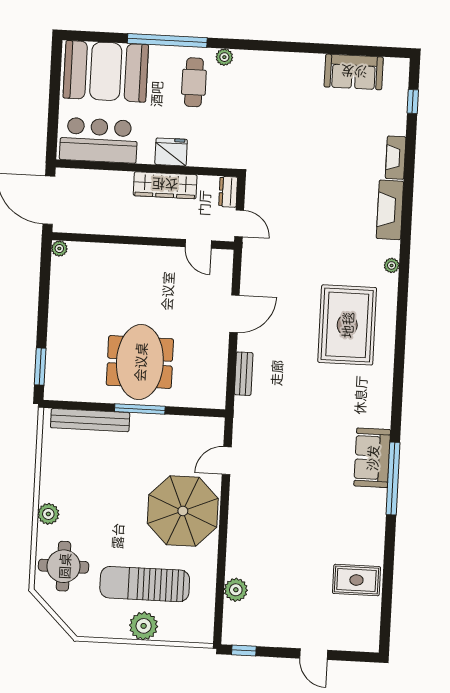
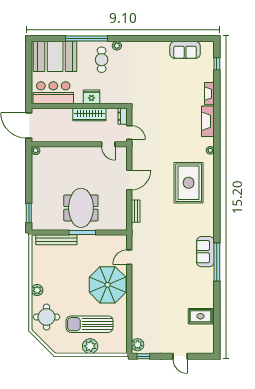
plant: (236, 590) -> (138, 345), moved

